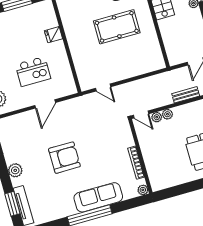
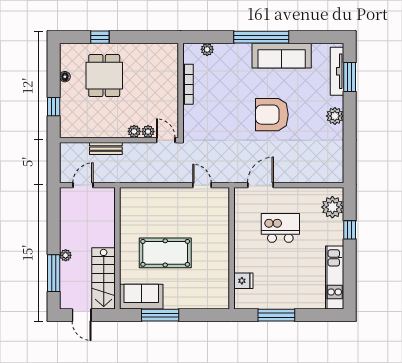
fridge: (54, 35) -> (243, 281), moved
door: (45, 104) -> (260, 185), moved
plant: (143, 190) -> (207, 49), moved
sofa: (98, 197) -> (282, 56), moved

